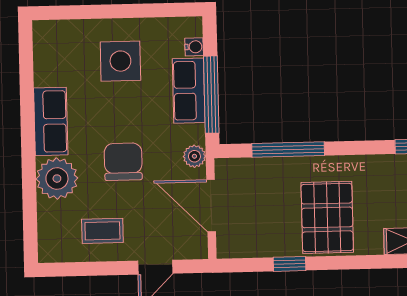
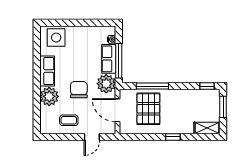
side table: (120, 61) -> (56, 38), moved
plant: (194, 156) -> (106, 84), width x1.87, depth x1.87
pallet: (327, 217) -> (148, 109), moved
window: (289, 264) -> (173, 137), moved

